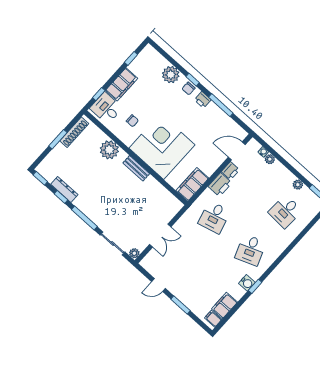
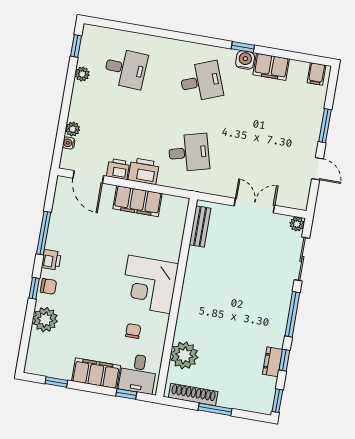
corner desk: (162, 146) -> (149, 284), width x0.74, depth x0.74
plant: (109, 150) -> (184, 355), moved
bench: (136, 168) -> (200, 226), moved
filing cabinet: (192, 184) -> (138, 201), moved
dresser: (64, 189) -> (273, 362), width x0.70
filing cabinet: (224, 305) -> (271, 67), moved

